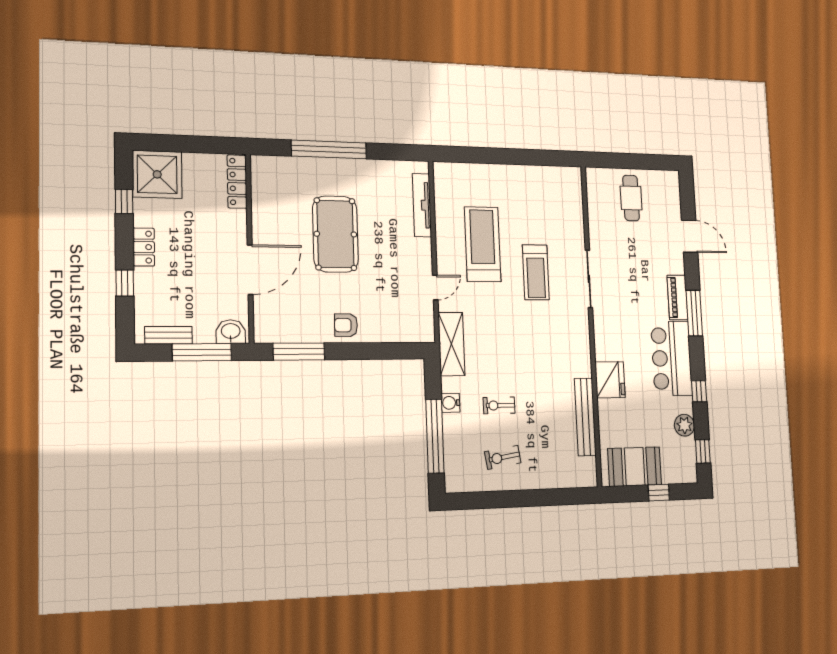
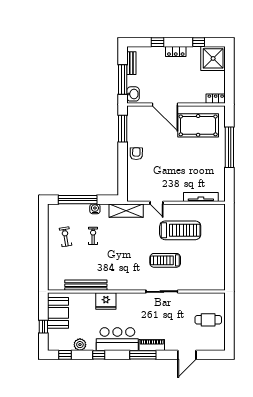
locker: (237, 182) -> (216, 99), width x0.66
pool table: (335, 234) -> (198, 125), moved

